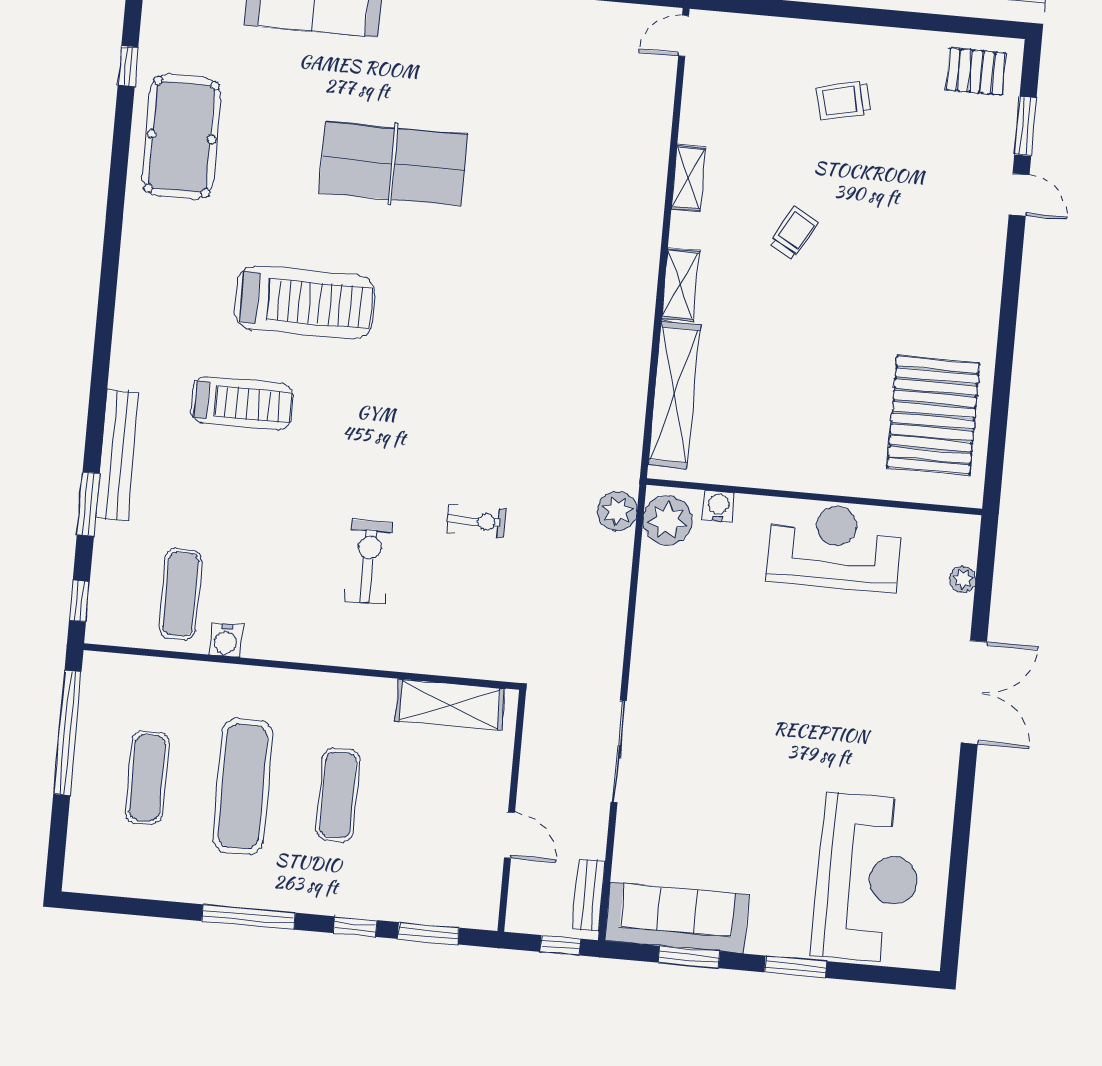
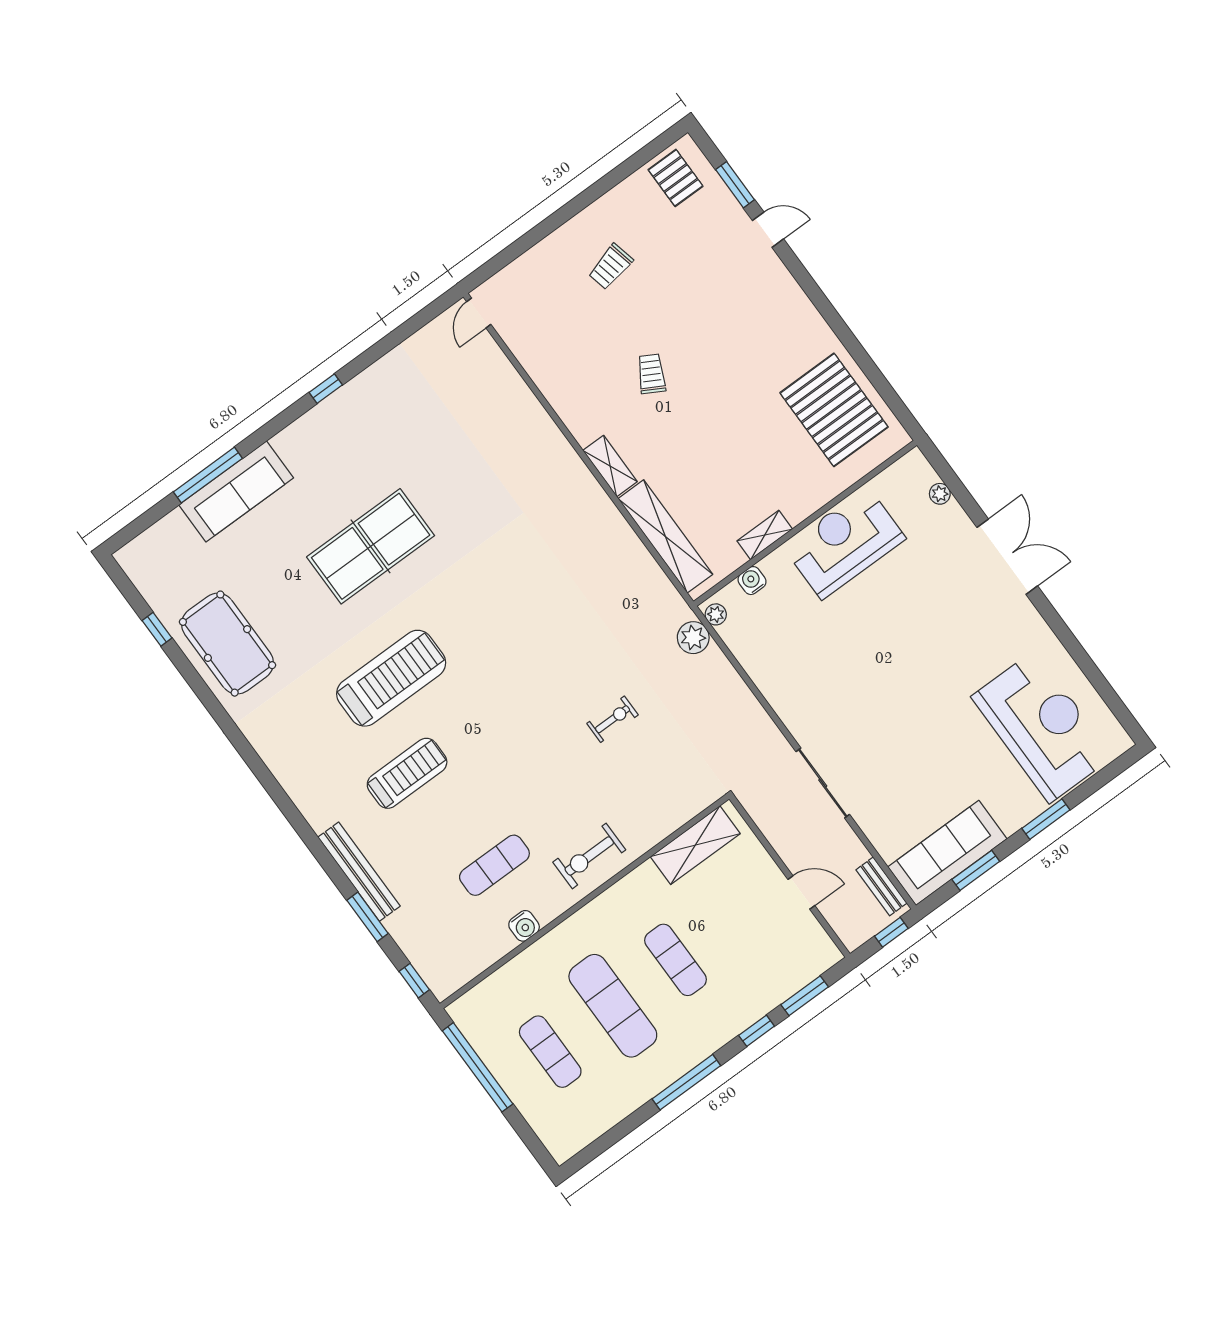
pallet: (976, 71) -> (676, 178), turned 90
shelving: (689, 178) -> (765, 535), moved, turned 90
plant: (667, 520) -> (716, 614), width x0.53, depth x0.53
exercise bike: (369, 562) -> (589, 856), moved, turned -90
exercise mat: (180, 594) -> (494, 865), moved, turned 90

